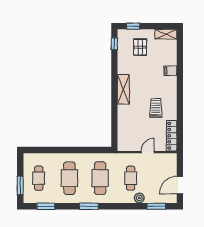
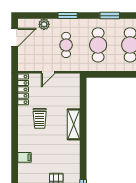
shelving: (123, 89) -> (74, 124), moved
plant: (139, 198) -> (44, 24), moved
window: (156, 206) -> (68, 16), moved

